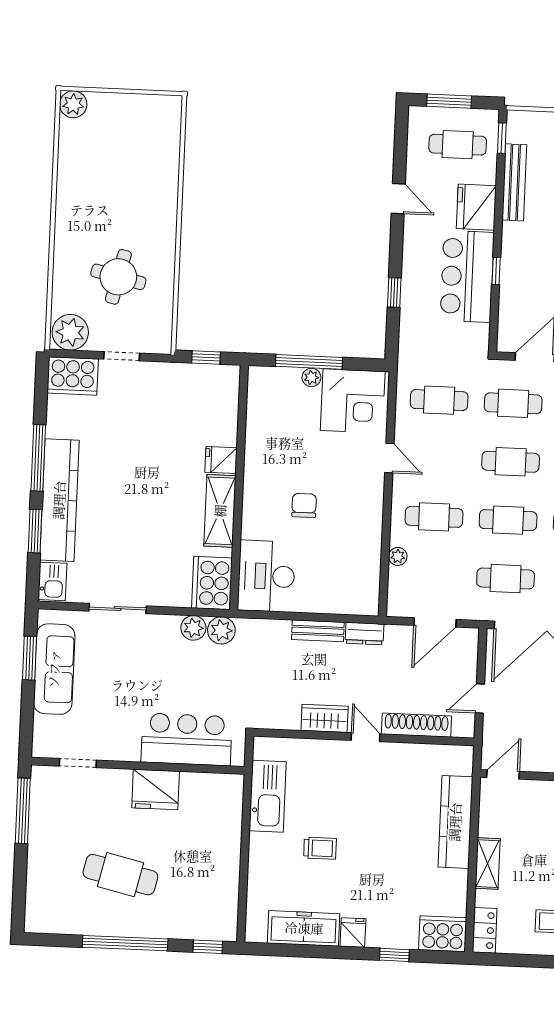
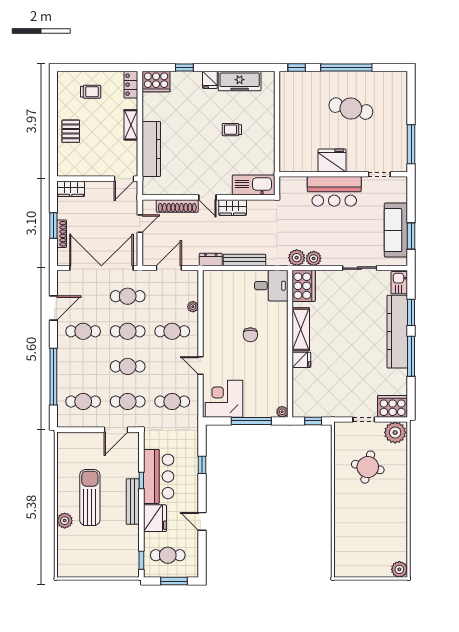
bench: (514, 182) -> (133, 502), moved
plant: (311, 377) -> (282, 412), moved
desk: (266, 576) -> (271, 286), width x0.73
bench: (318, 631) -> (245, 260), width x1.36
bar counter: (187, 739) -> (334, 191), moved
kitchen sink: (268, 796) -> (254, 185), moved, turned 90

